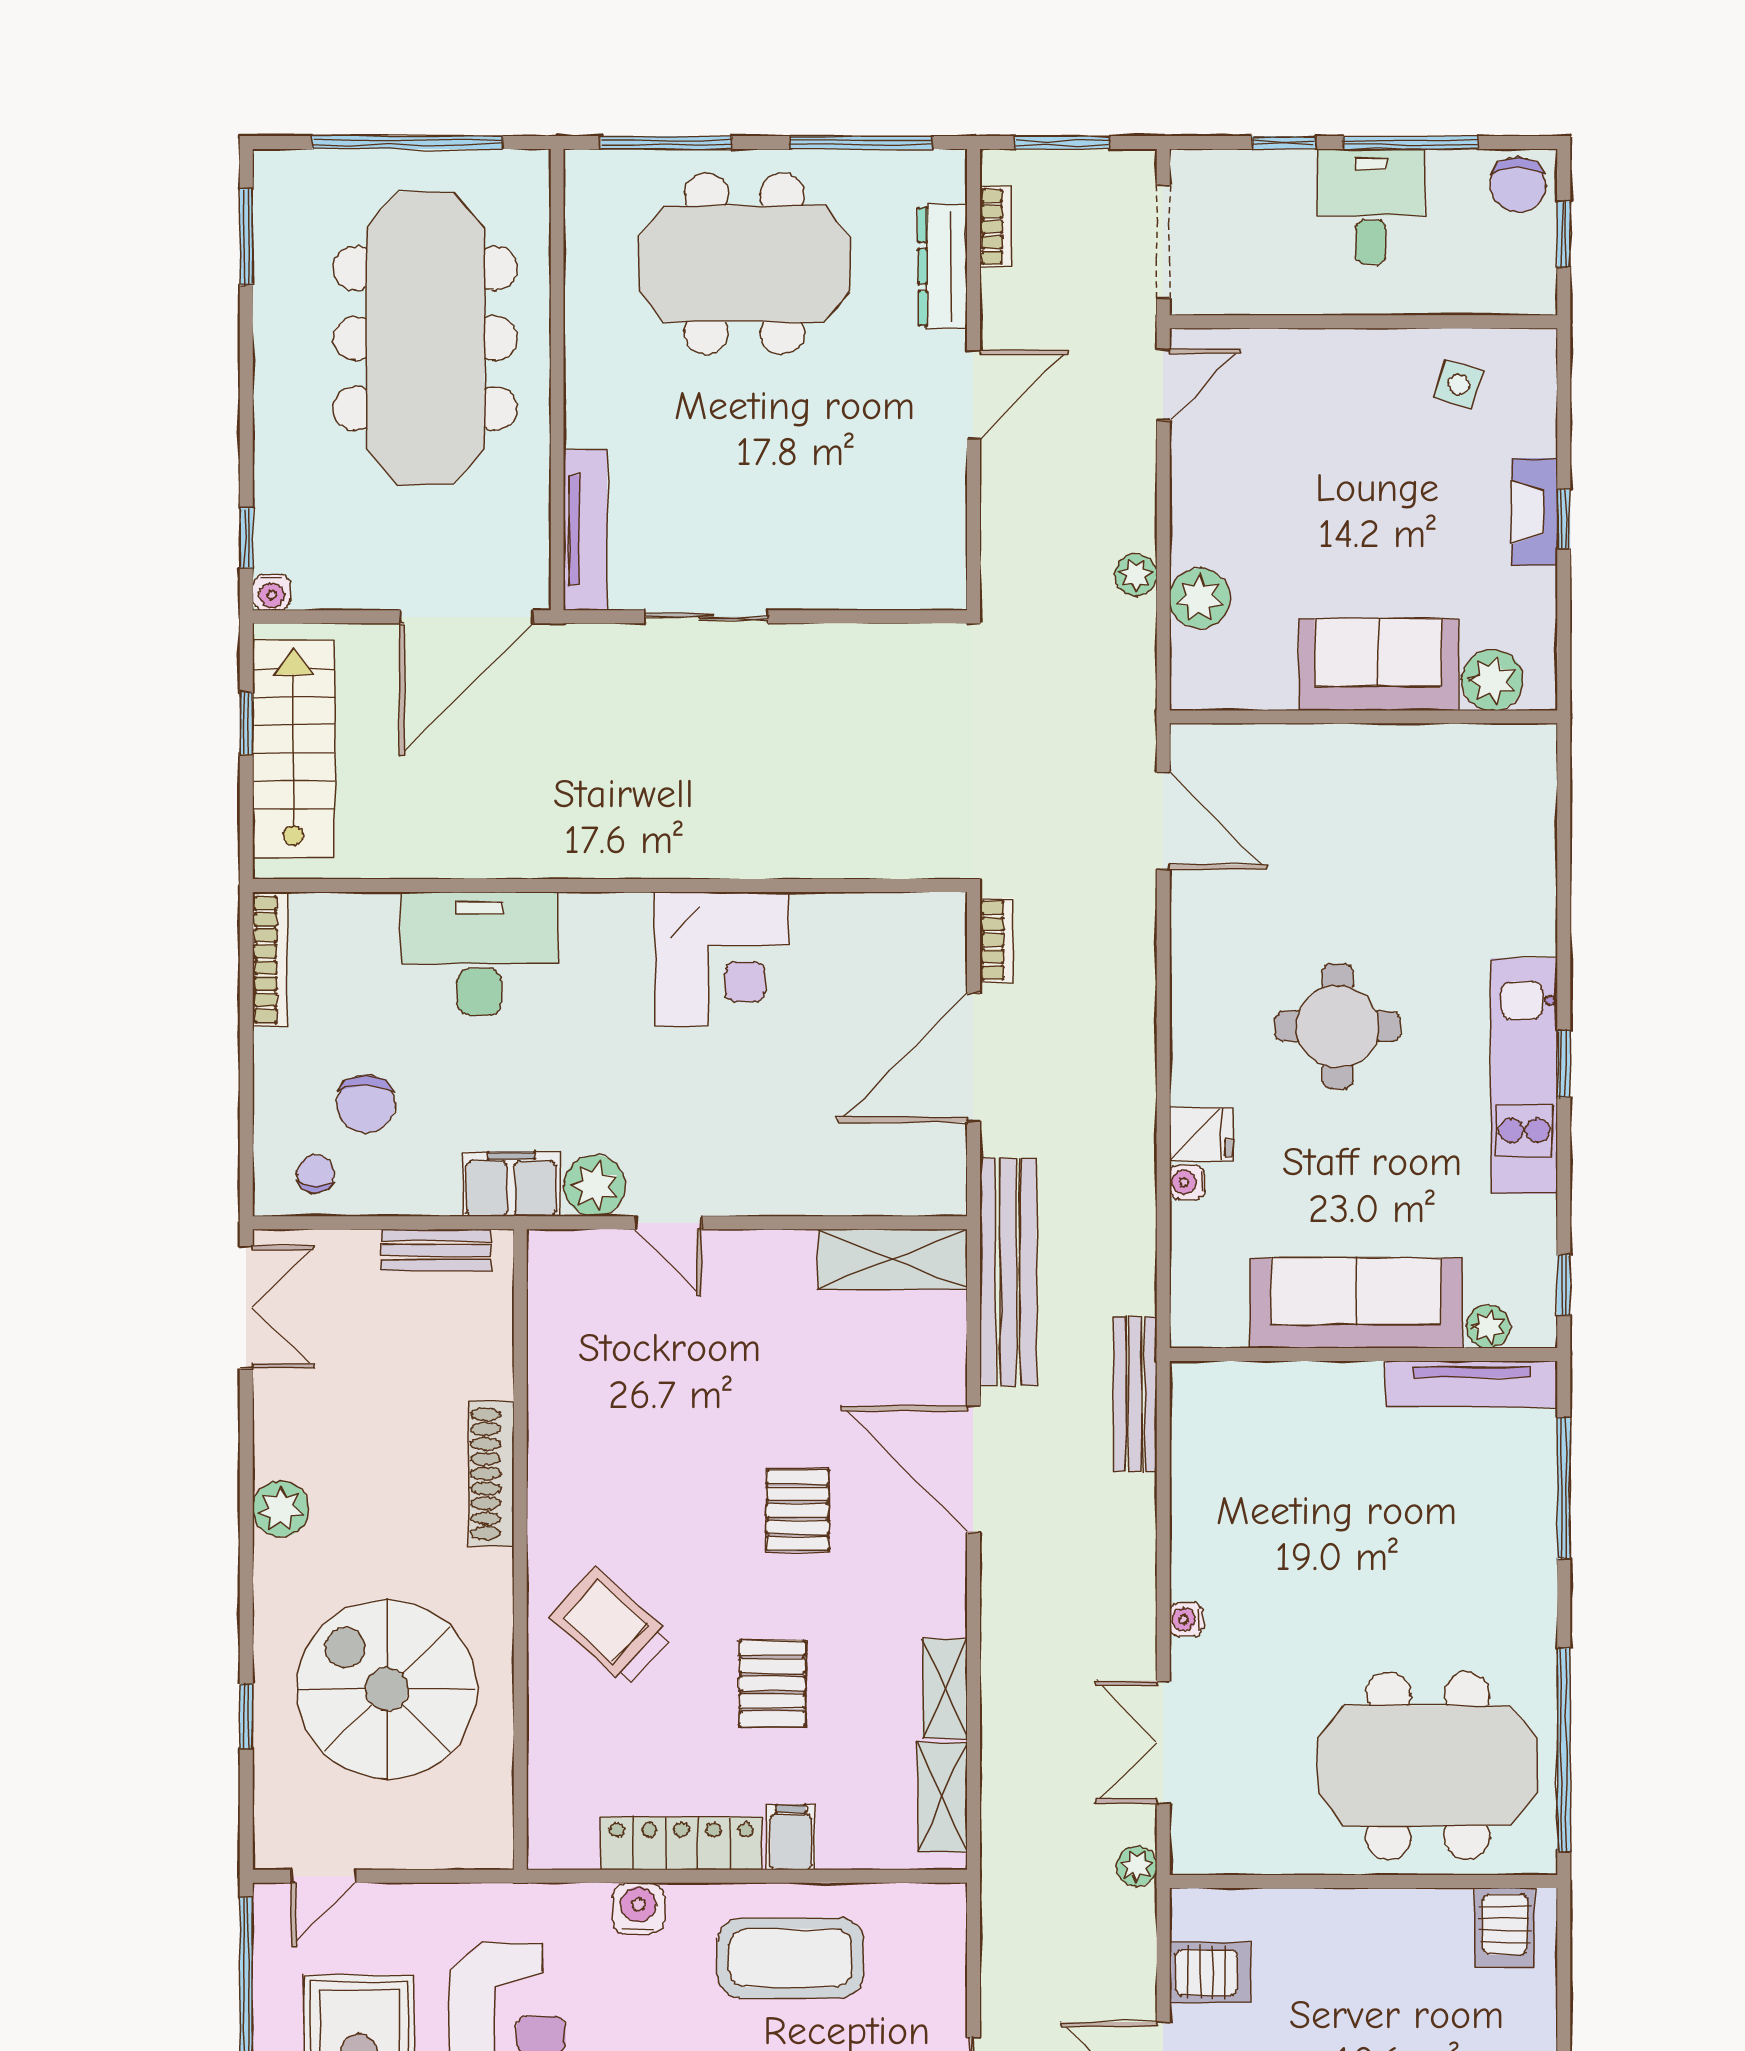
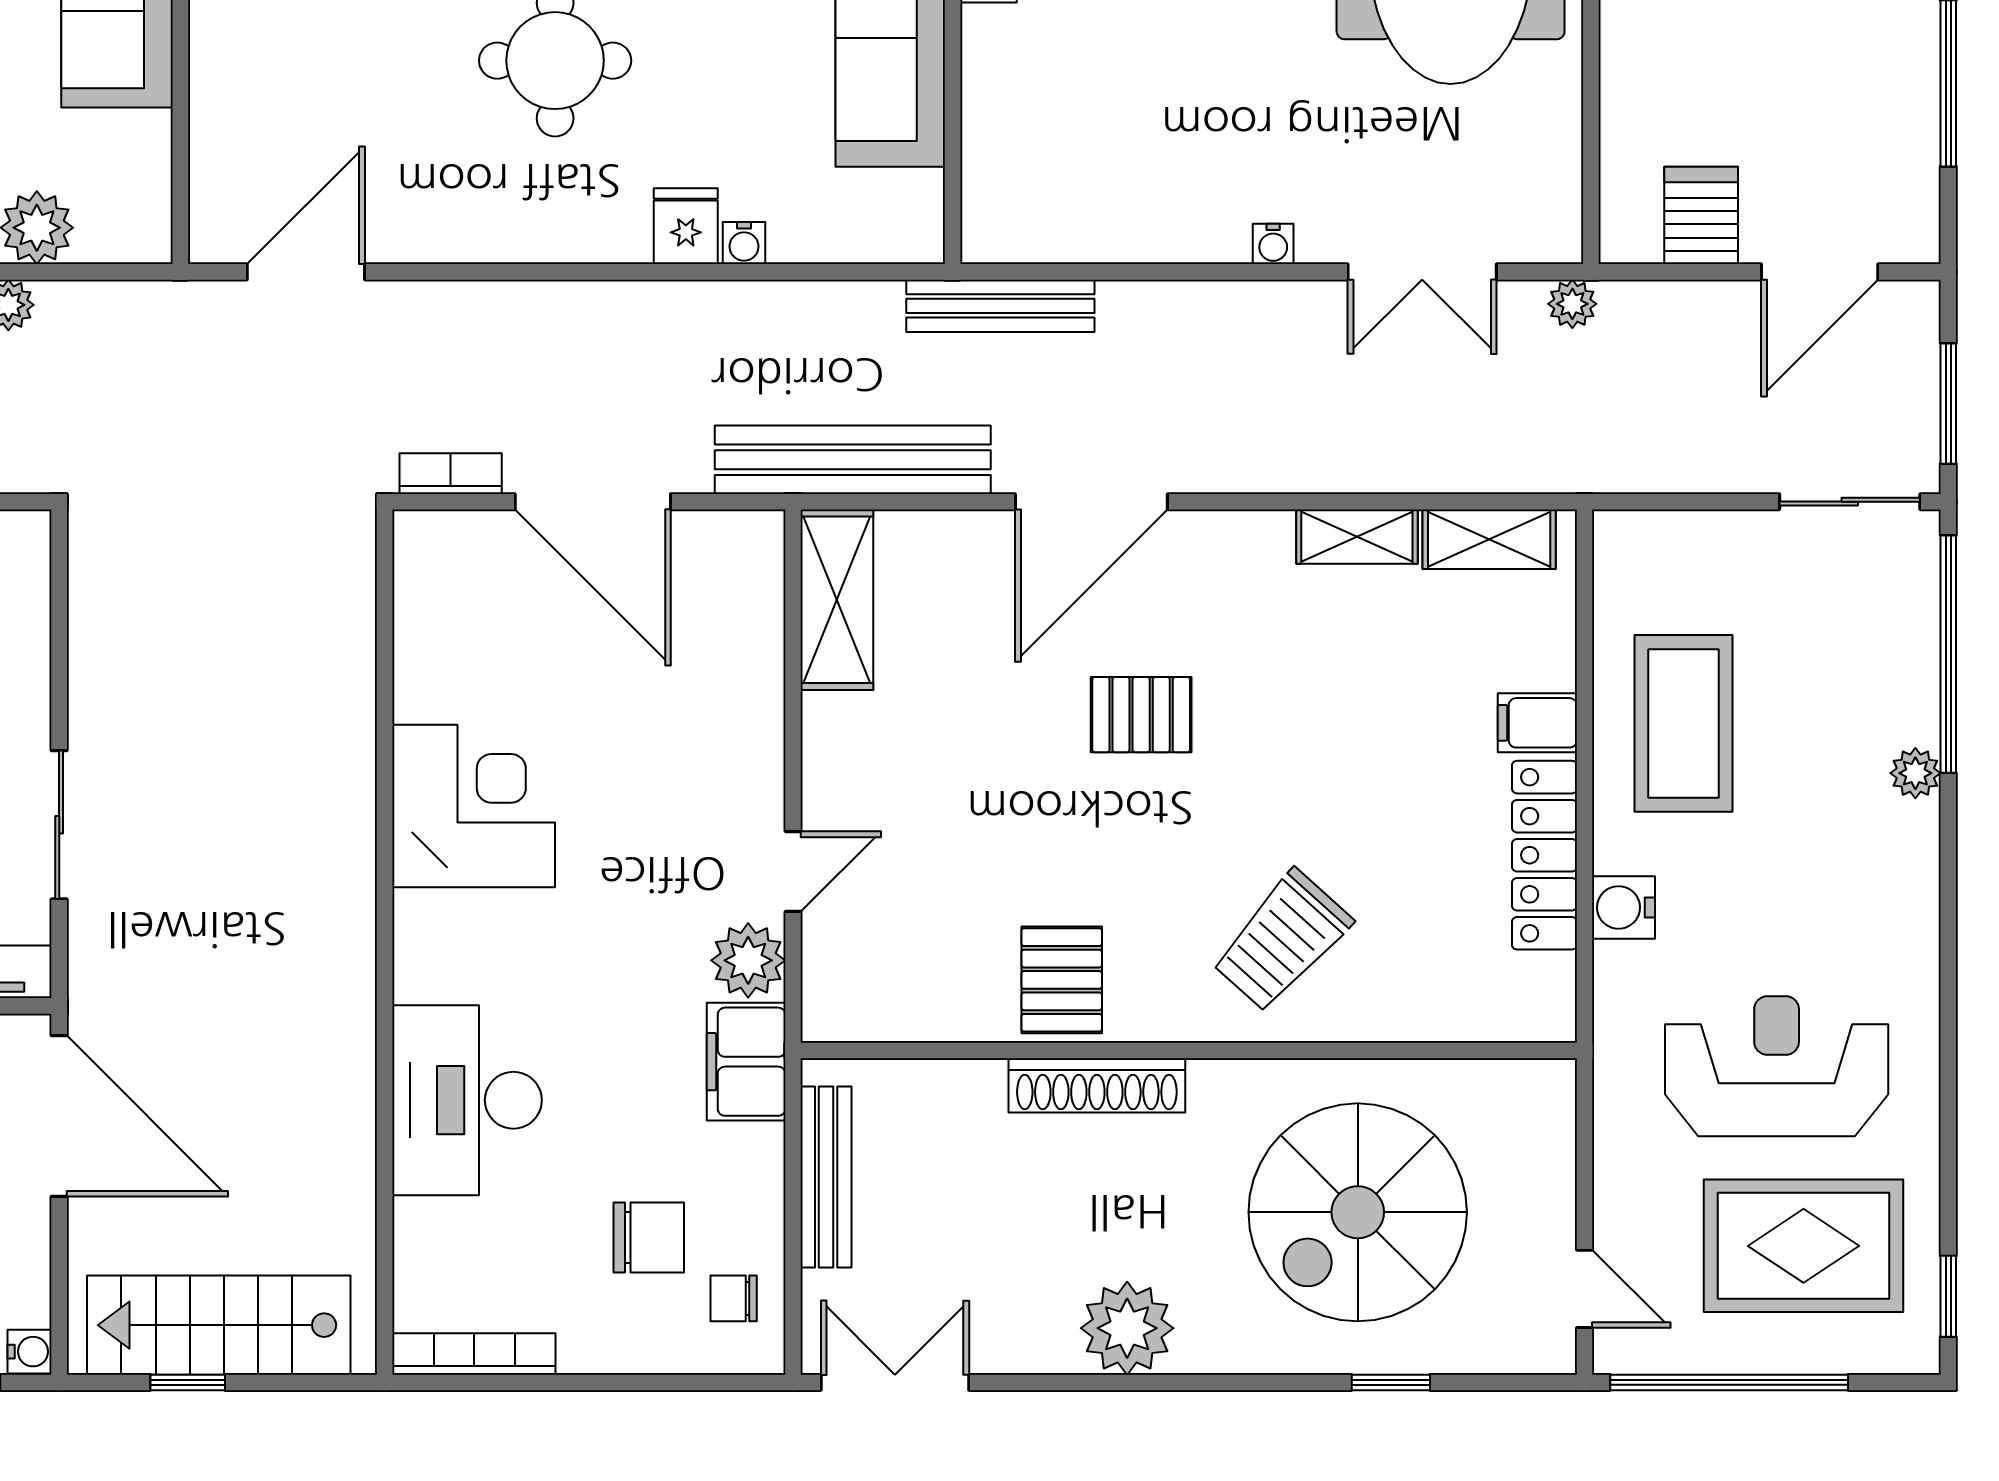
bench: (436, 1250) -> (826, 1177), width x1.36
plant: (281, 1509) -> (1127, 1328), width x1.36, depth x1.36
pallet: (772, 1683) -> (1062, 980), moved, turned 90

